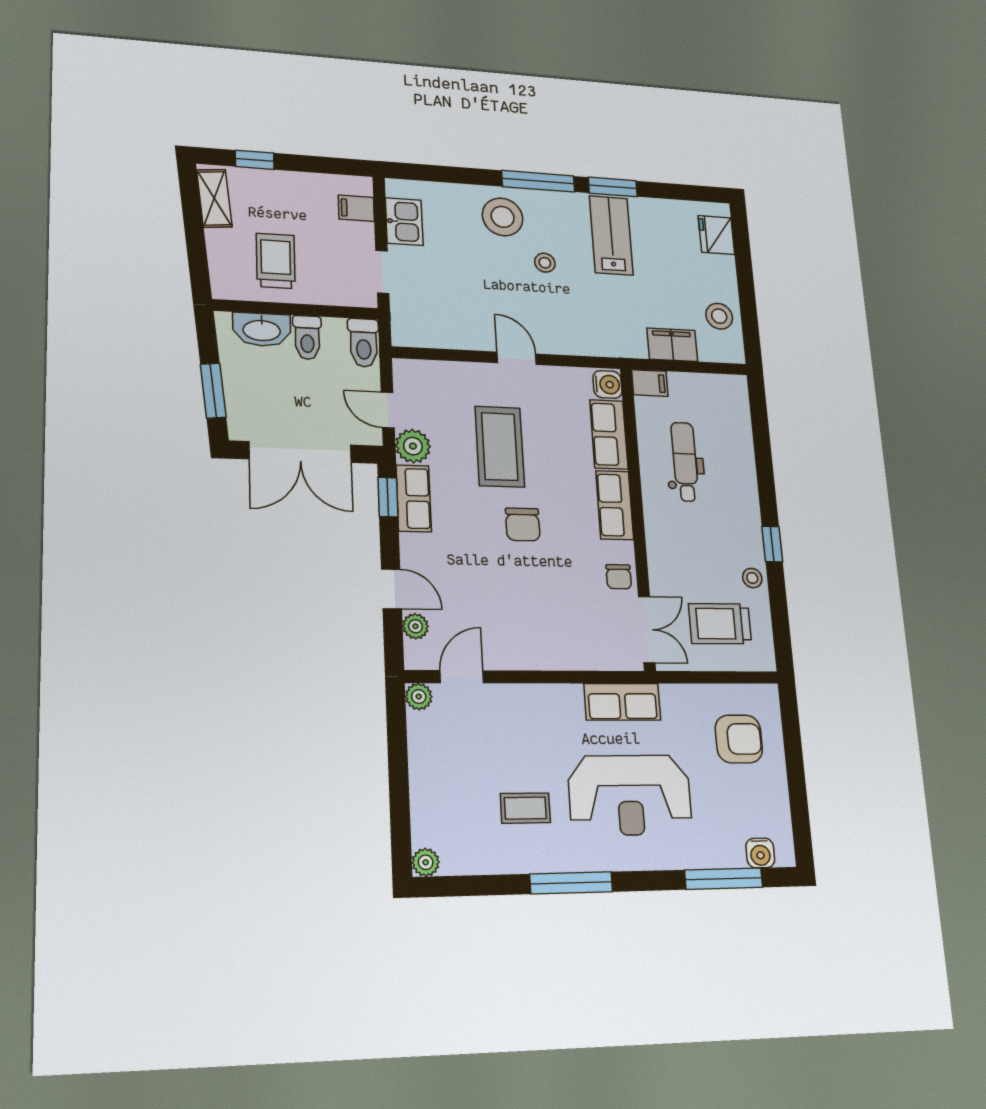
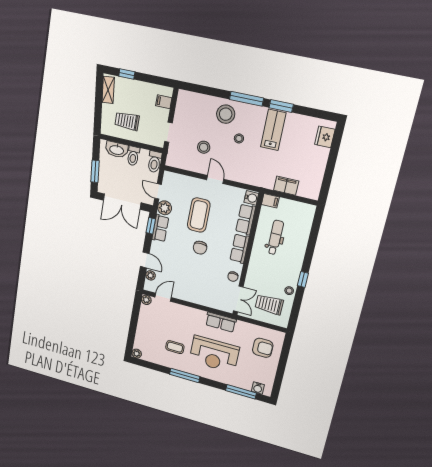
kitchen sink: (404, 222) -> (182, 111), removed
trolley: (276, 261) -> (127, 121), turned -90
stool: (719, 316) -> (204, 147), moved

